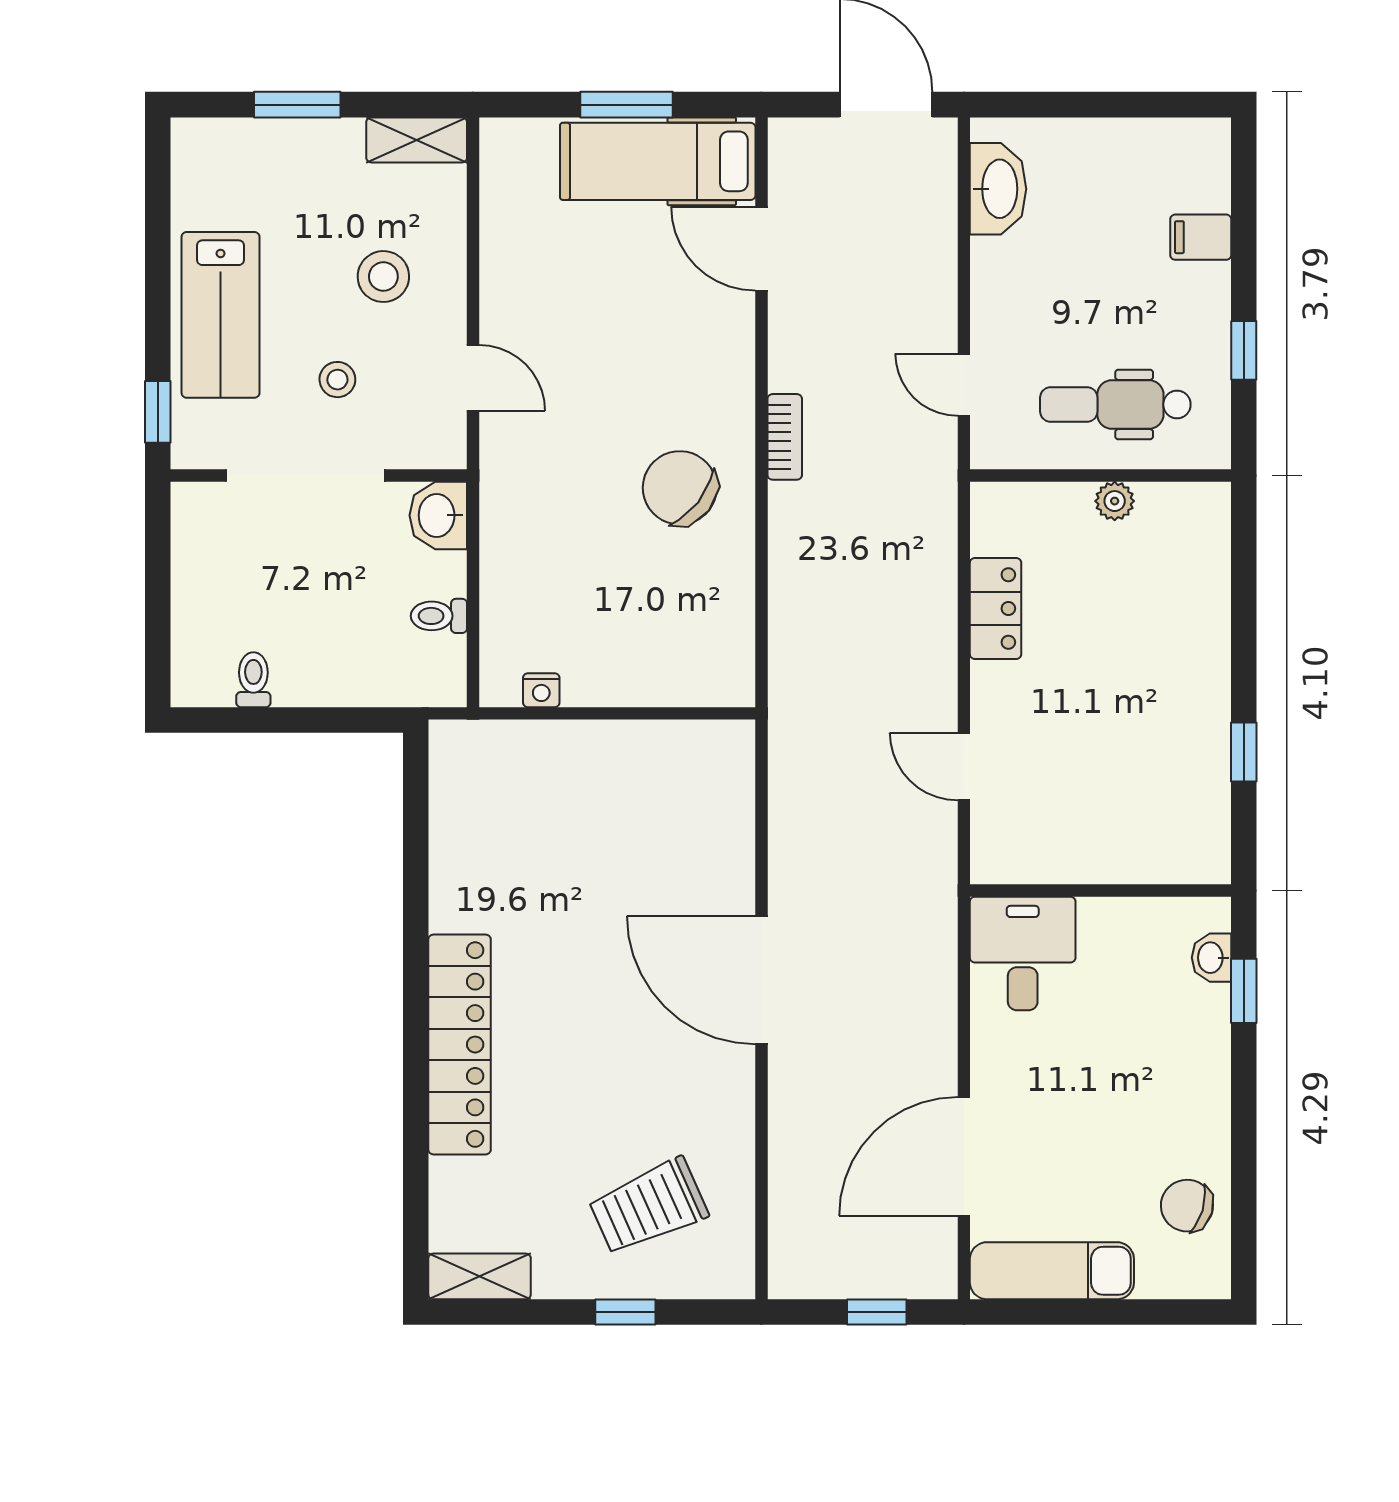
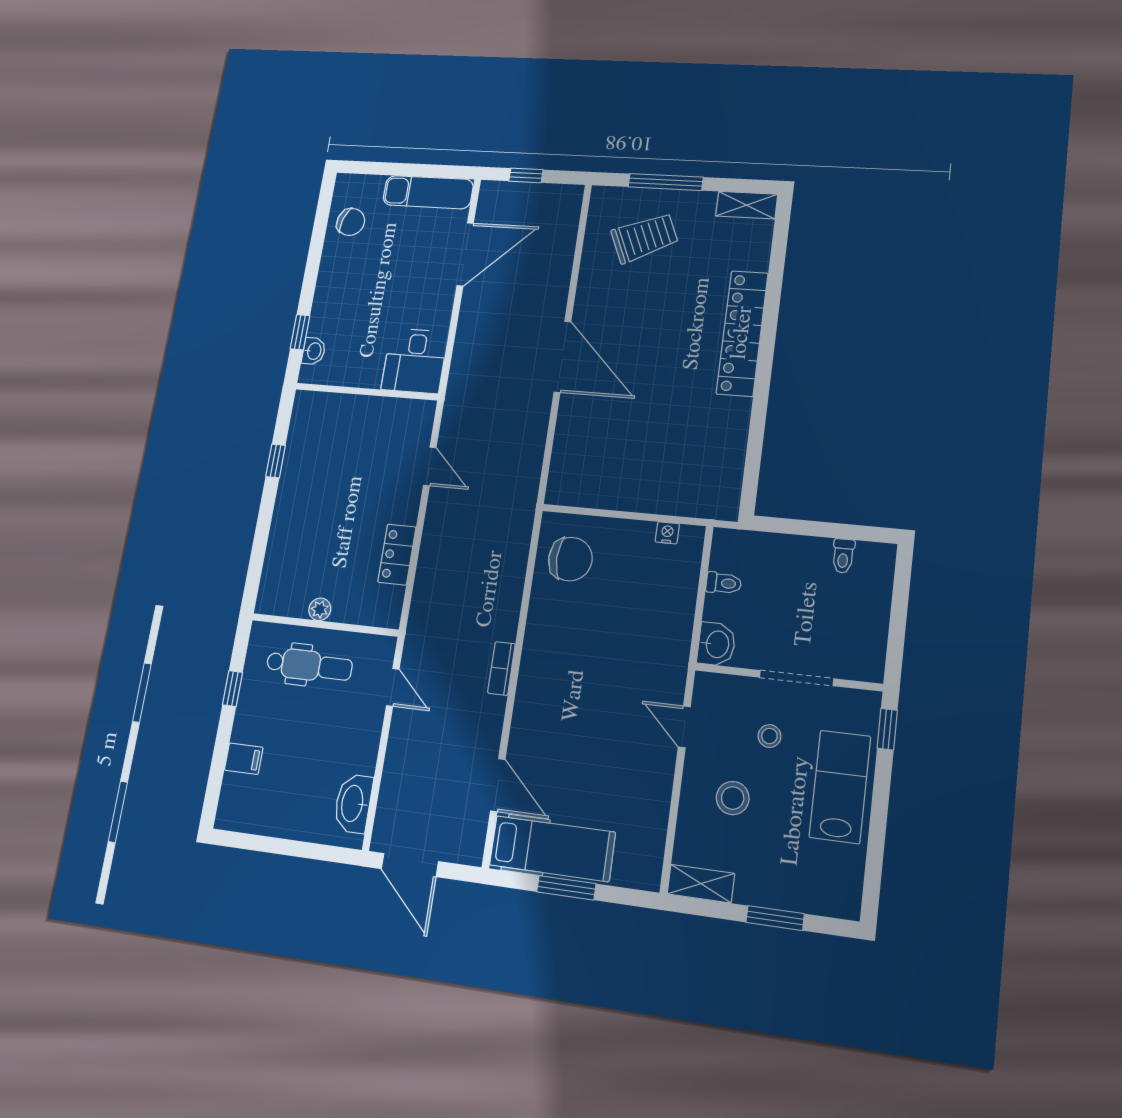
doorway: (306, 476) -> (796, 678), width x0.73
chair: (680, 488) -> (570, 559), moved, turned -38
window: (625, 1312) -> (666, 182), width x2.17

